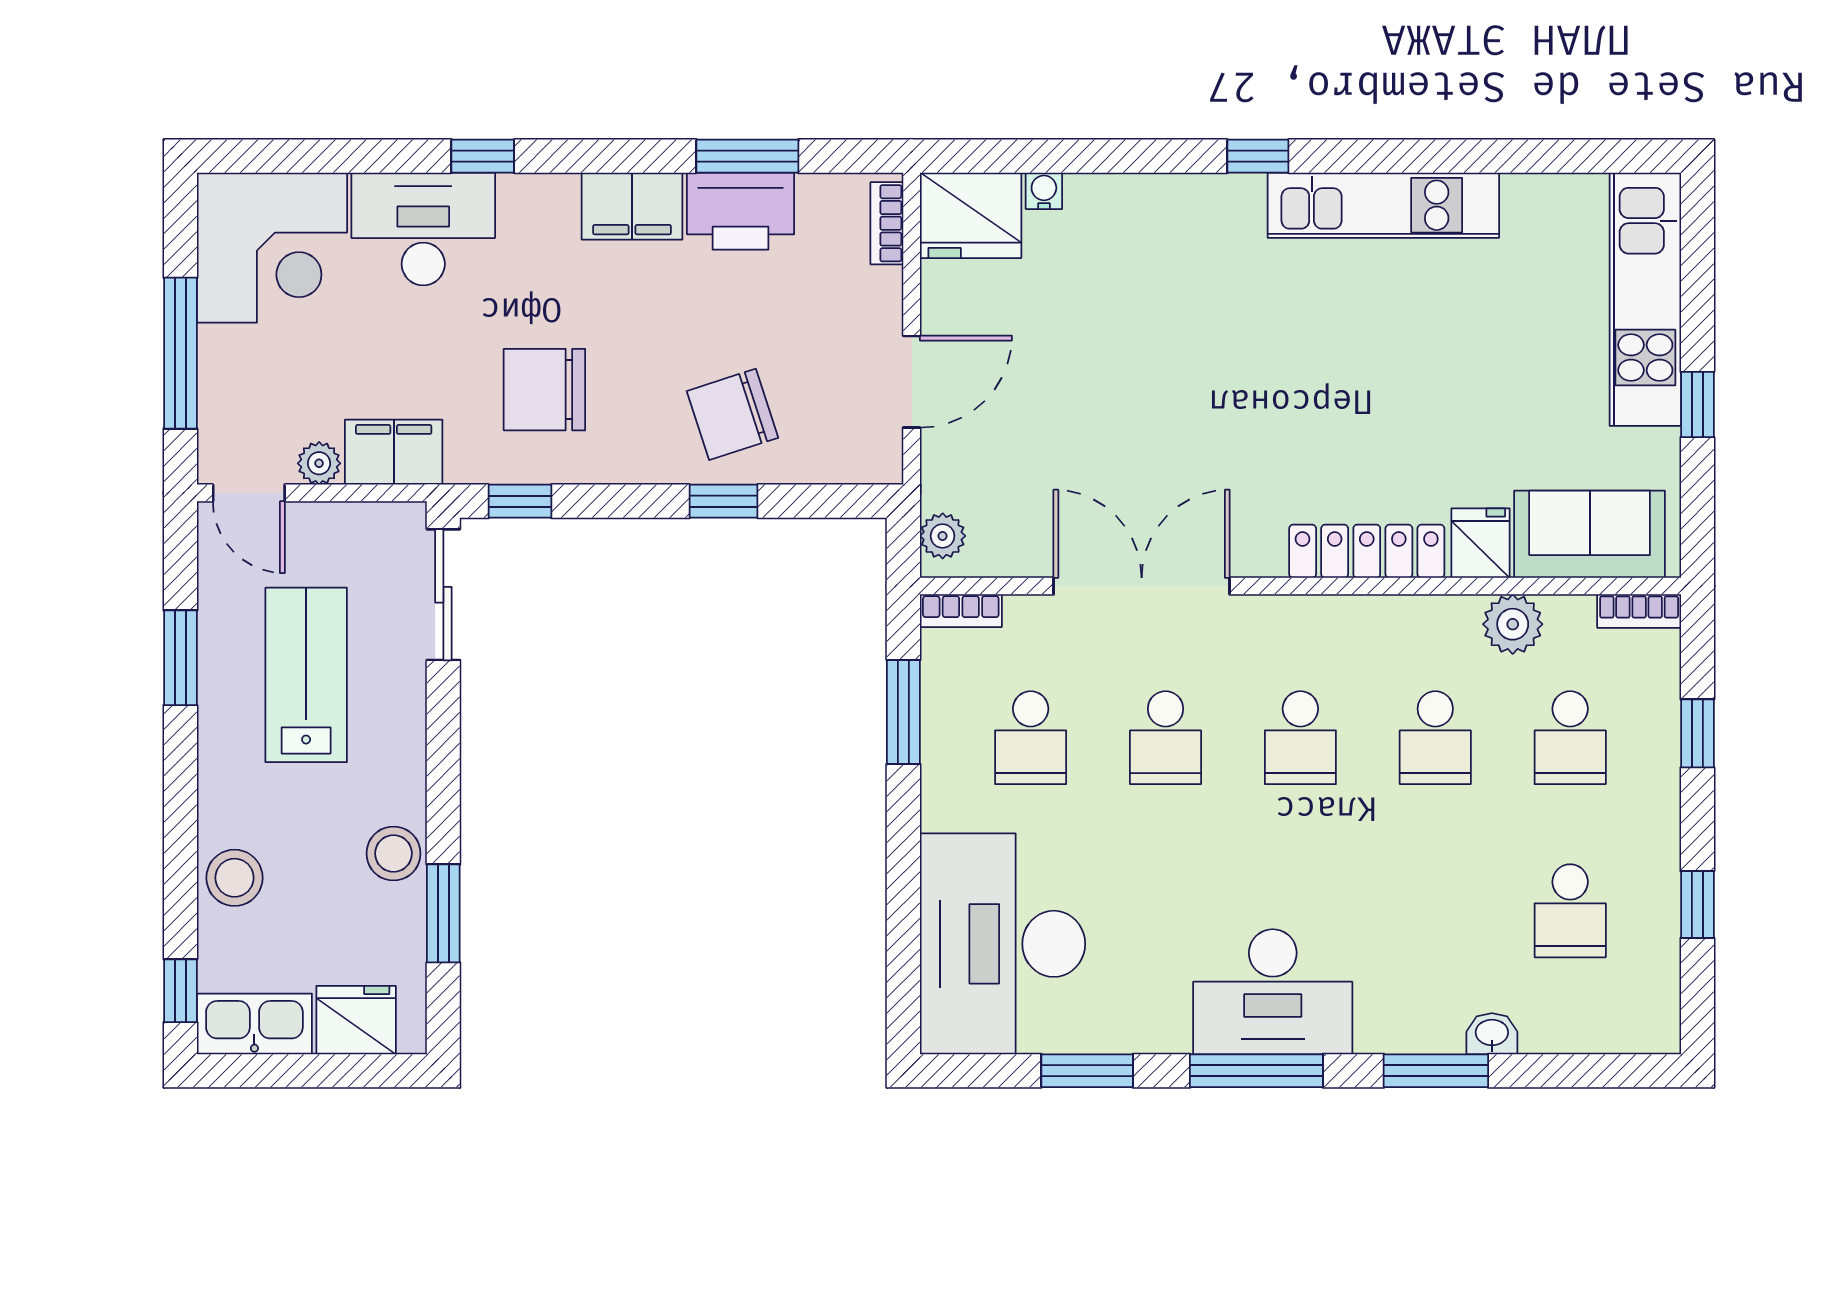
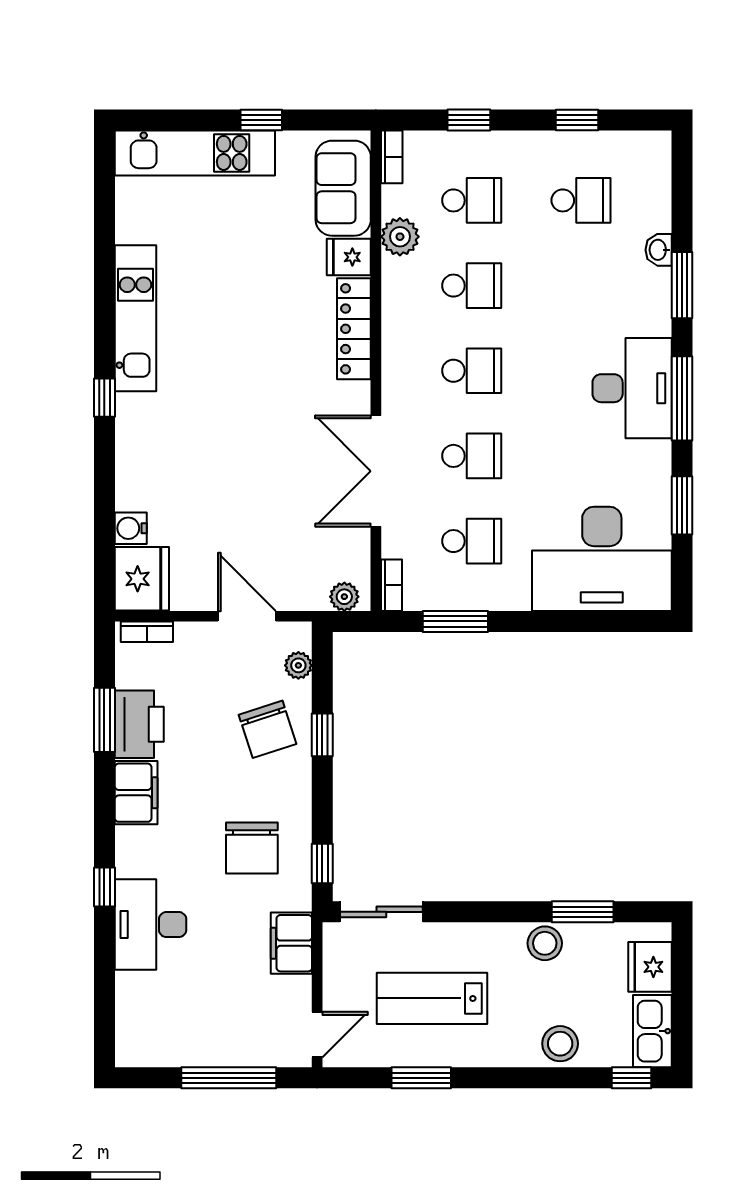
water cooler: (1044, 191) -> (131, 528), width x1.38, depth x1.38
corner desk: (272, 248) -> (162, 1020), removed
plant: (319, 463) -> (298, 665), moved

